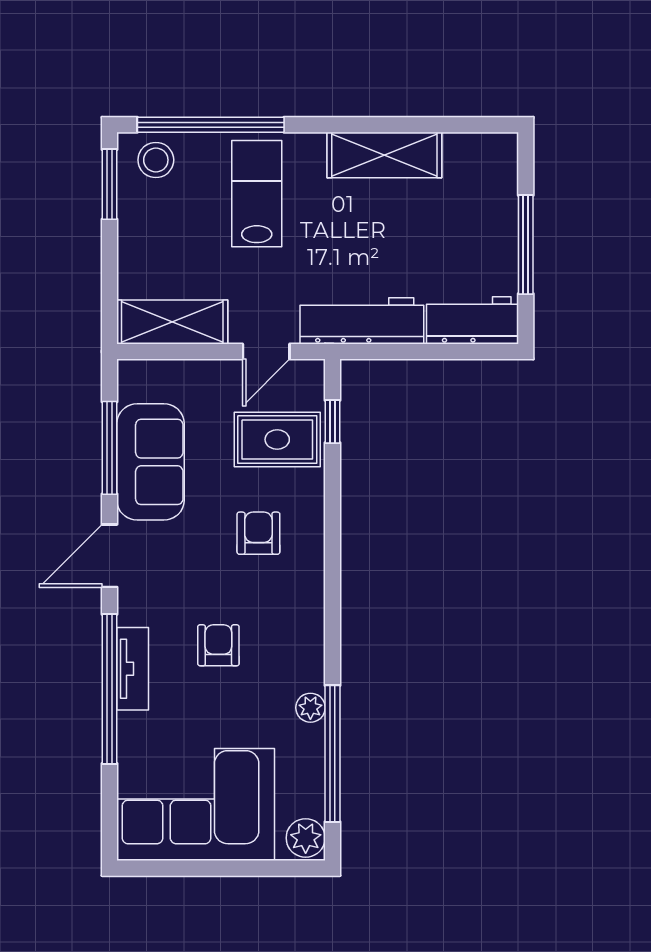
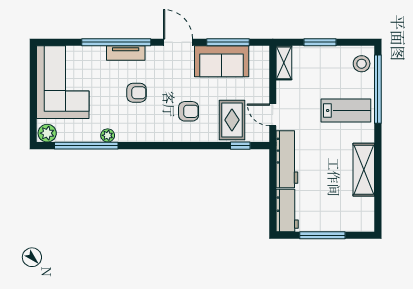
window: (109, 184) -> (320, 42), moved
shelving: (172, 322) -> (284, 63), width x0.67, depth x0.75

